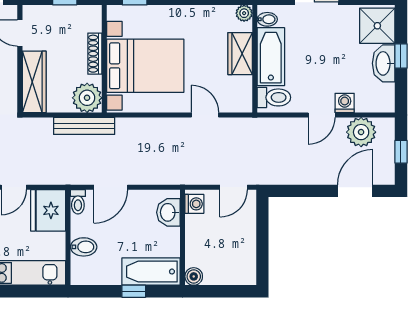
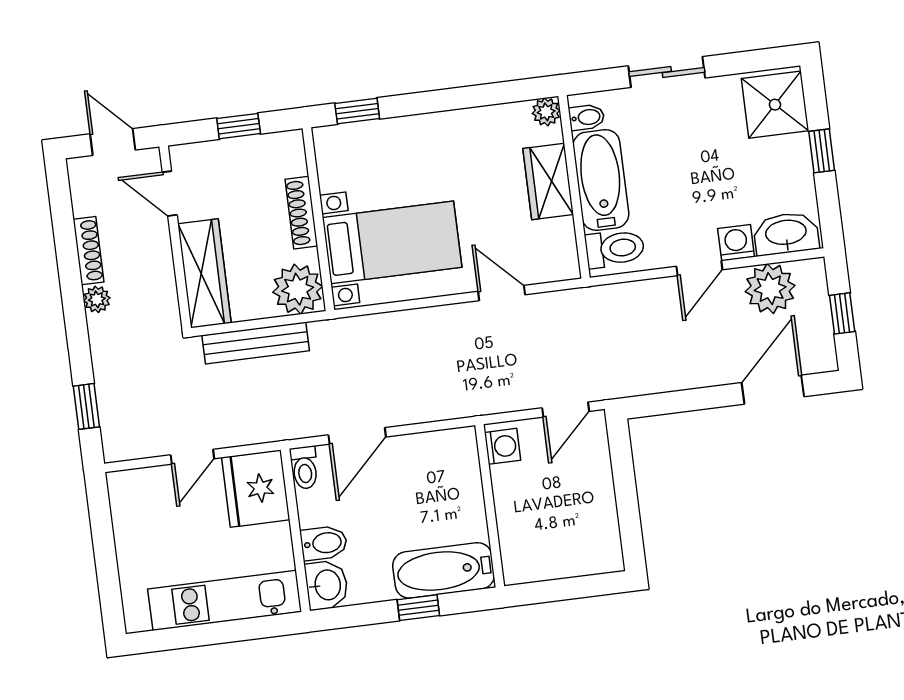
washbasin: (384, 63) -> (786, 233), moved, turned 90
bed with nightstands: (145, 66) -> (392, 242), width x0.73
bench: (84, 126) -> (256, 343), moved
washbasin: (168, 212) -> (327, 585), moved, turned 180
boiler: (194, 276) -> (517, 570), removed

